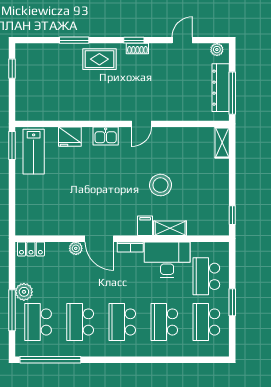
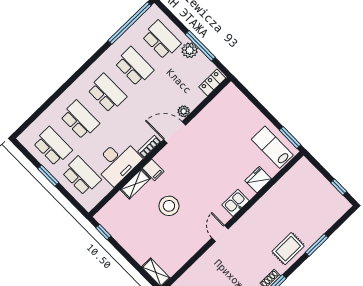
window: (12, 310) -> (200, 46), moved

